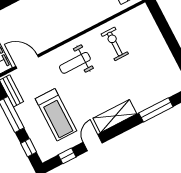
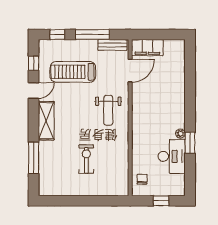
exercise bike: (115, 44) -> (86, 159), moved, turned -90
weight bench: (75, 63) -> (108, 110), turned 180
door: (93, 143) -> (34, 90), hinge flipped

